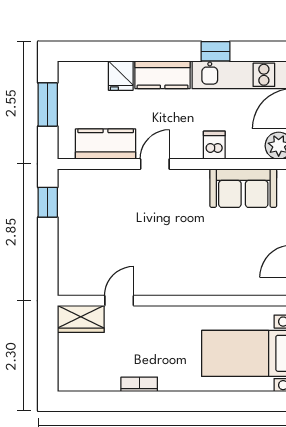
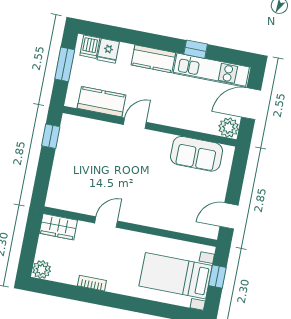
fridge: (121, 76) -> (108, 51), moved
dishwasher: (214, 145) -> (90, 47), moved, turned 180
door: (119, 301) -> (106, 222), moved
plant: (70, 379) -> (42, 270), added

